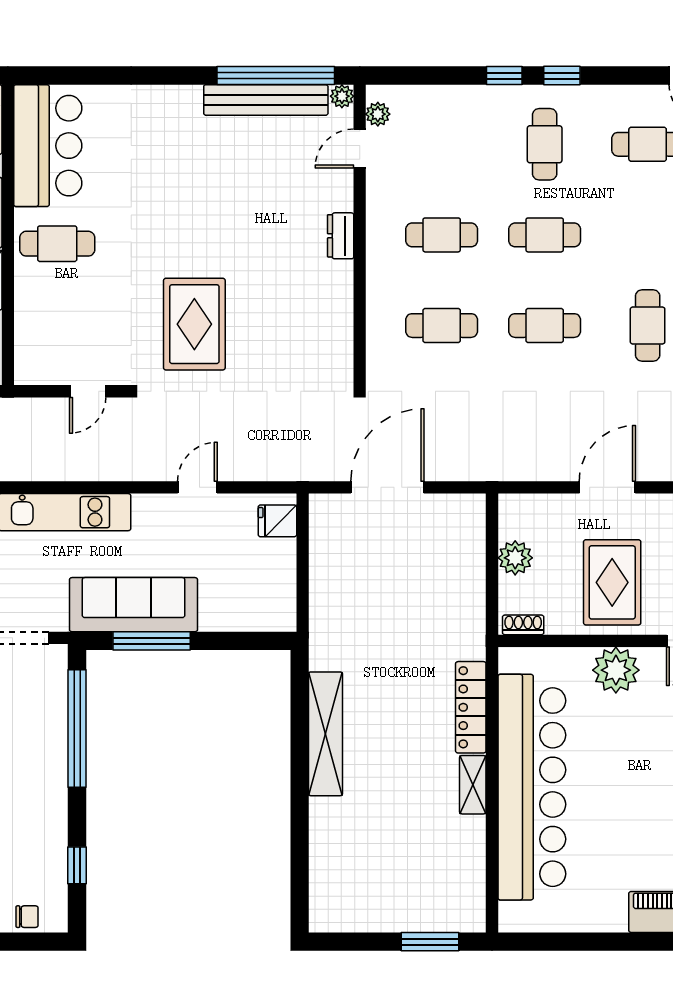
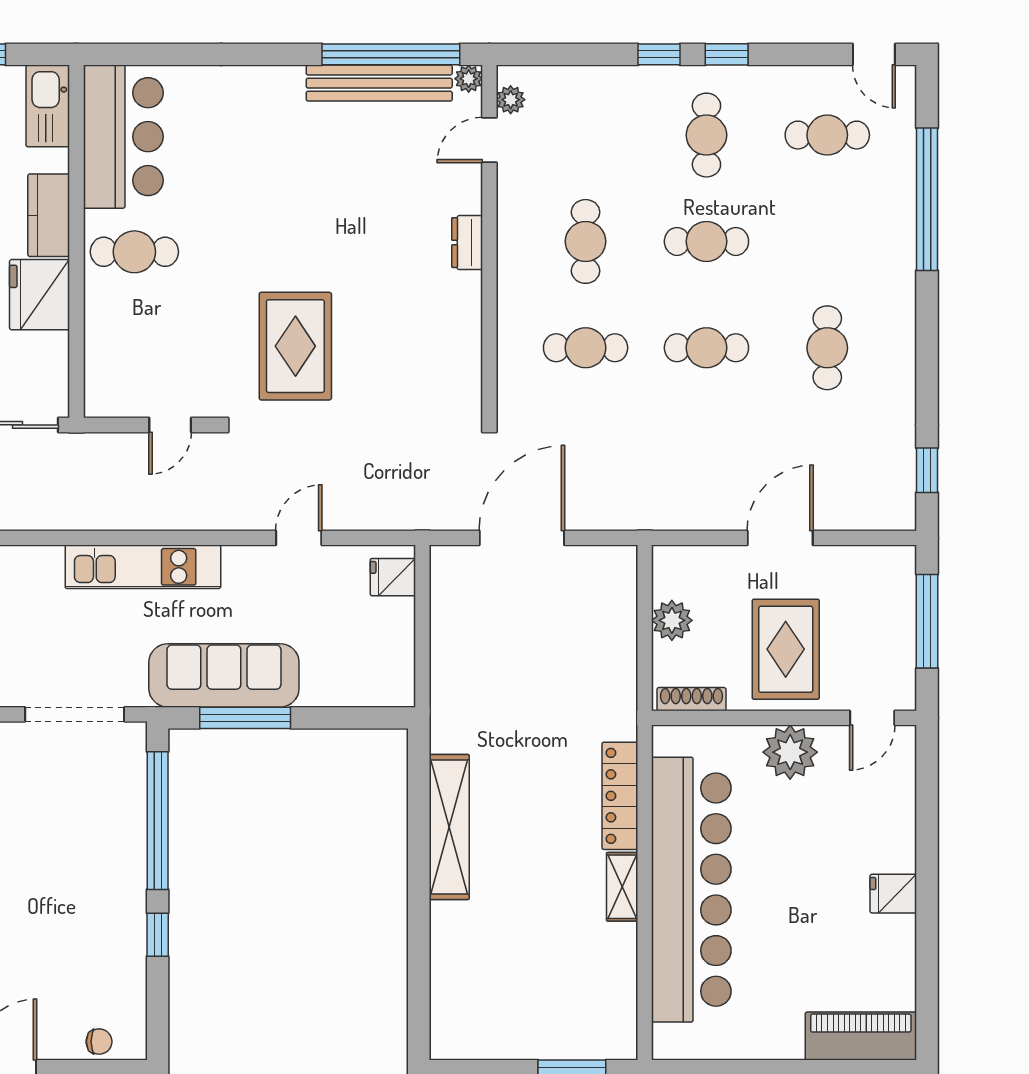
cafe table: (442, 235) -> (586, 241), turned 90
shoe rack: (523, 625) -> (692, 699), width x1.43
window: (77, 865) -> (158, 935), moved

